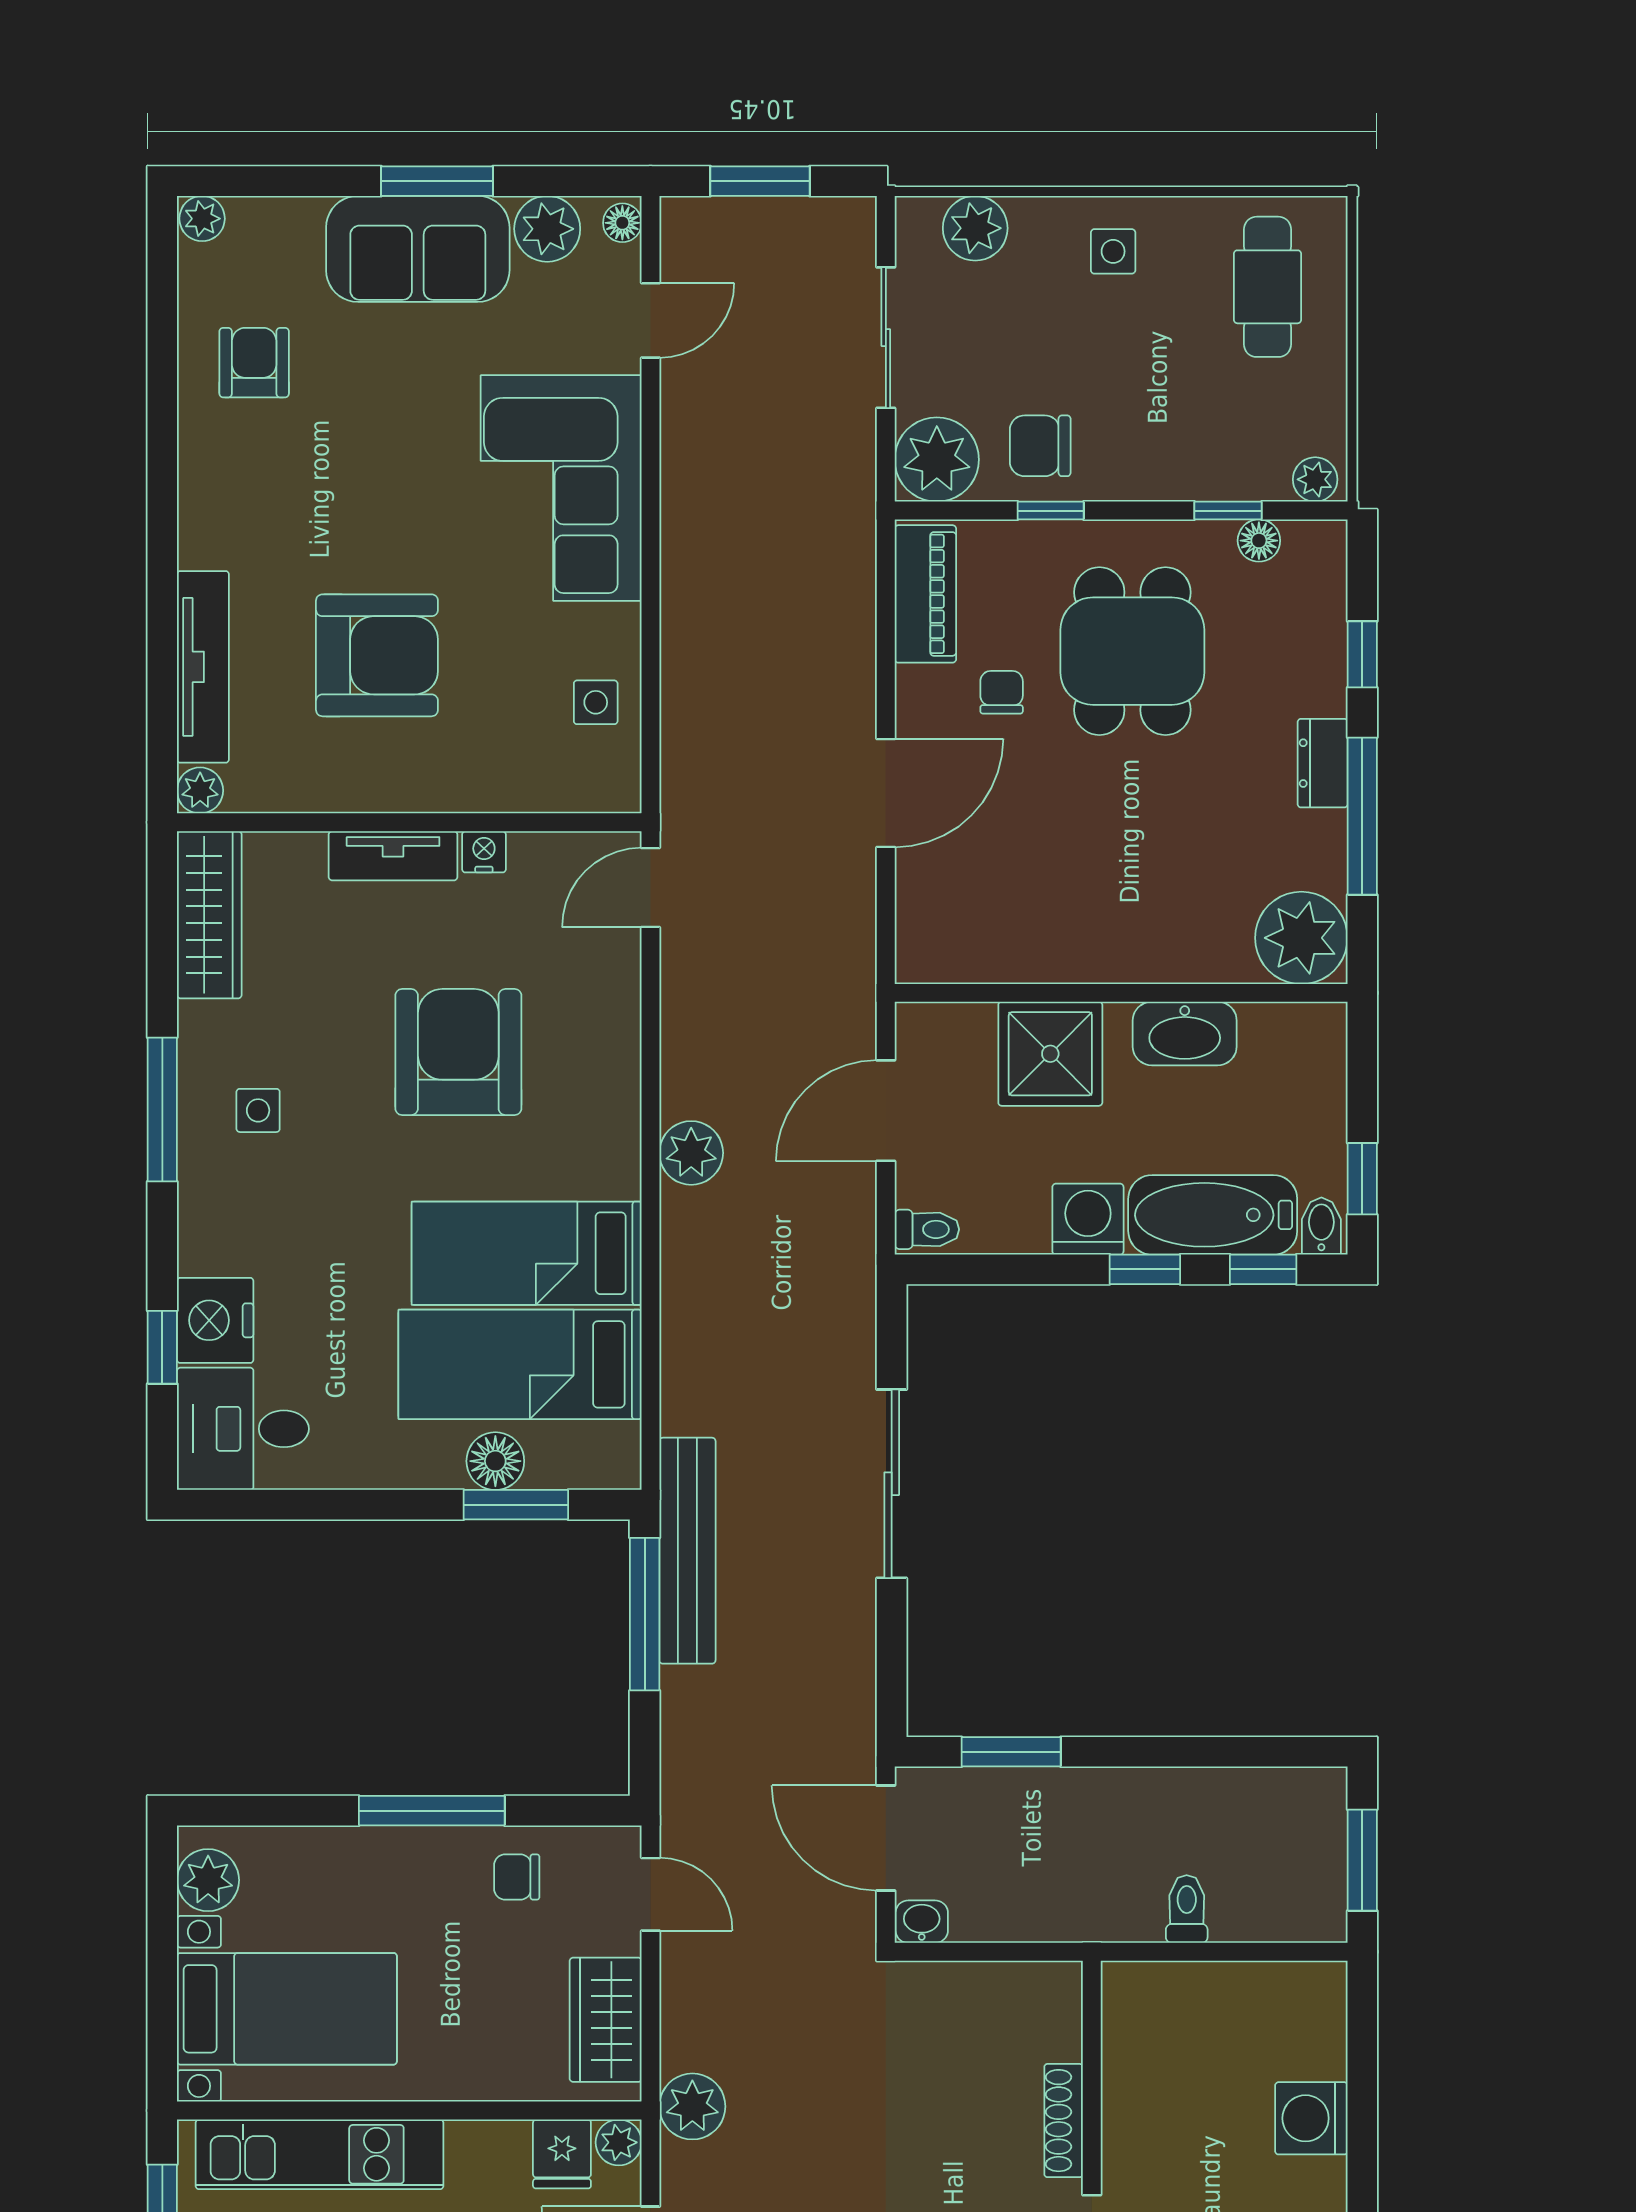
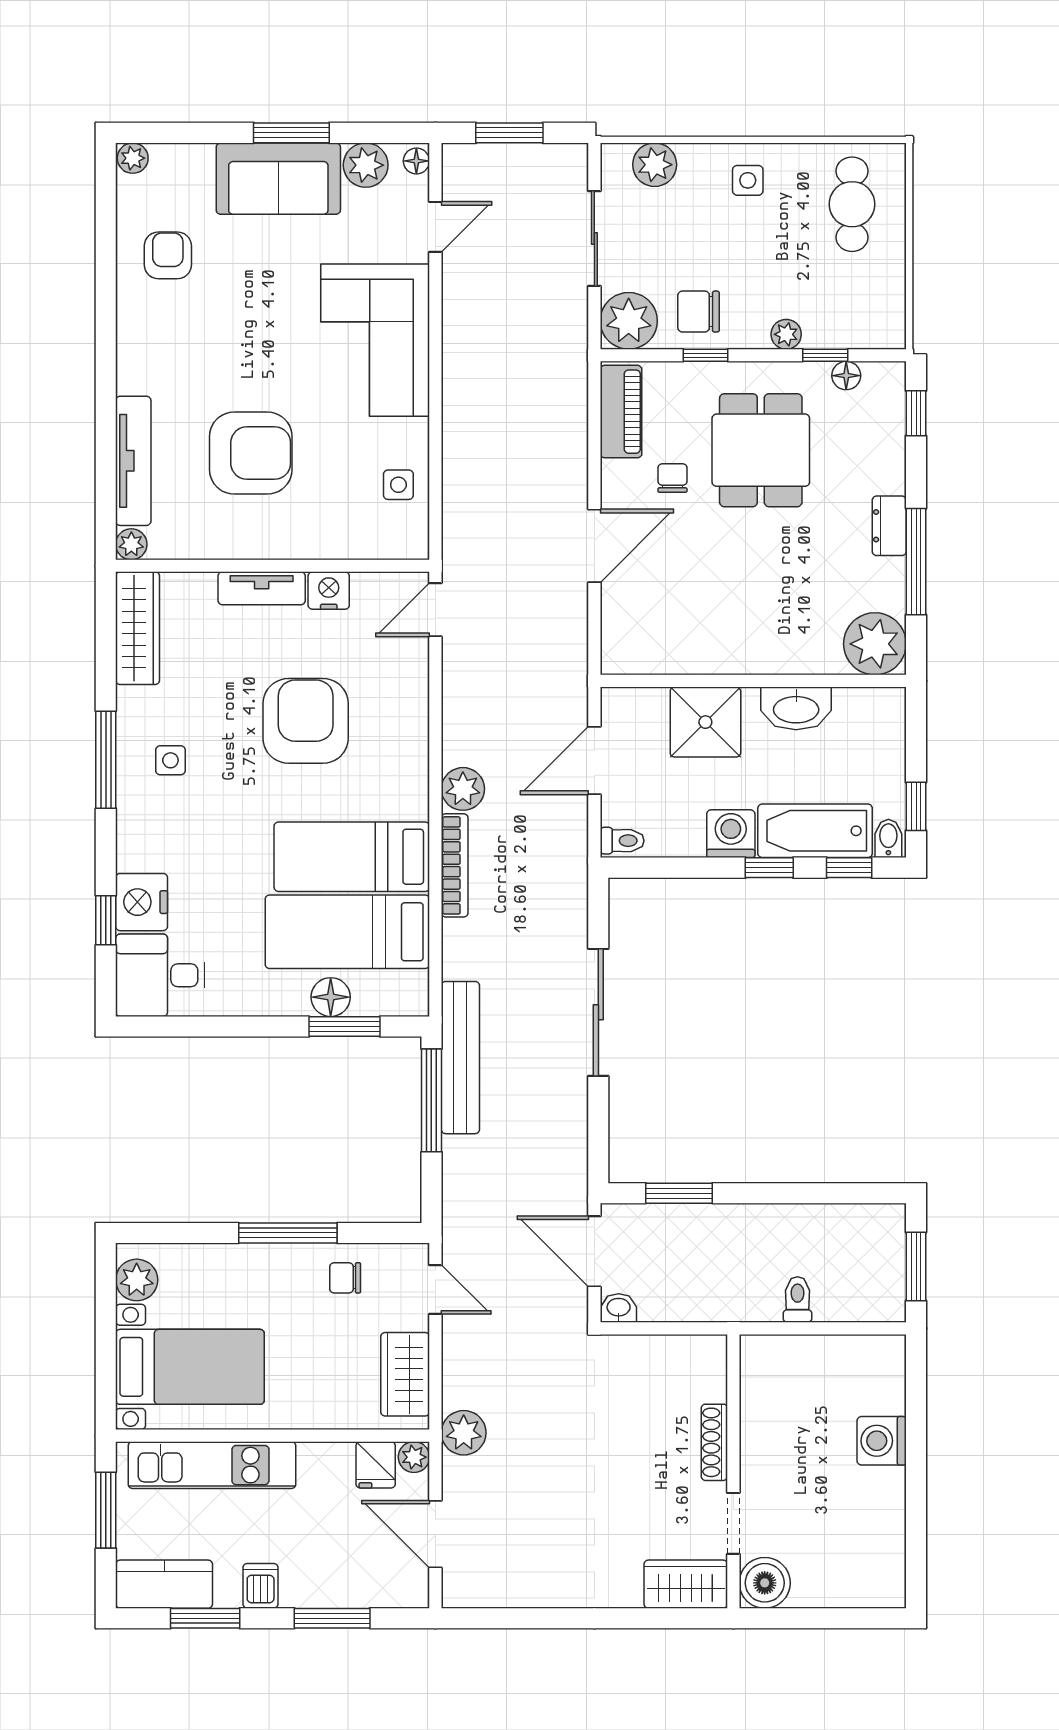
plant: (1315, 479) -> (786, 334), moved
window: (1362, 654) -> (916, 413), moved
nightstand: (484, 852) -> (329, 591), width x1.39, depth x1.35
bookcase: (679, 1266) -> (455, 865), added

